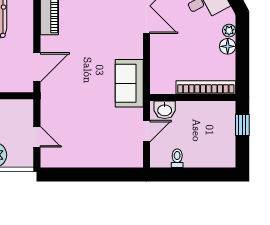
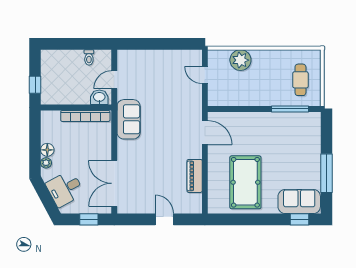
door: (37, 67) -> (205, 133), swing flipped
bookcase: (206, 87) -> (85, 116), moved

